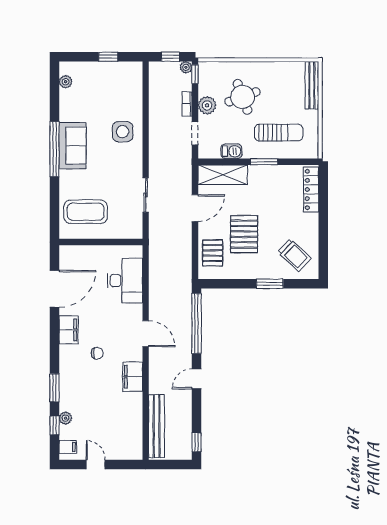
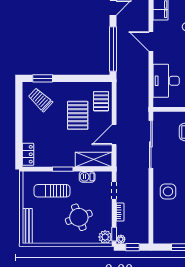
plant: (207, 105) -> (105, 237), moved
locker: (311, 190) -> (28, 154), width x0.66
sliding door: (146, 195) -> (151, 144), width x1.86
window: (270, 284) -> (43, 78), moved

